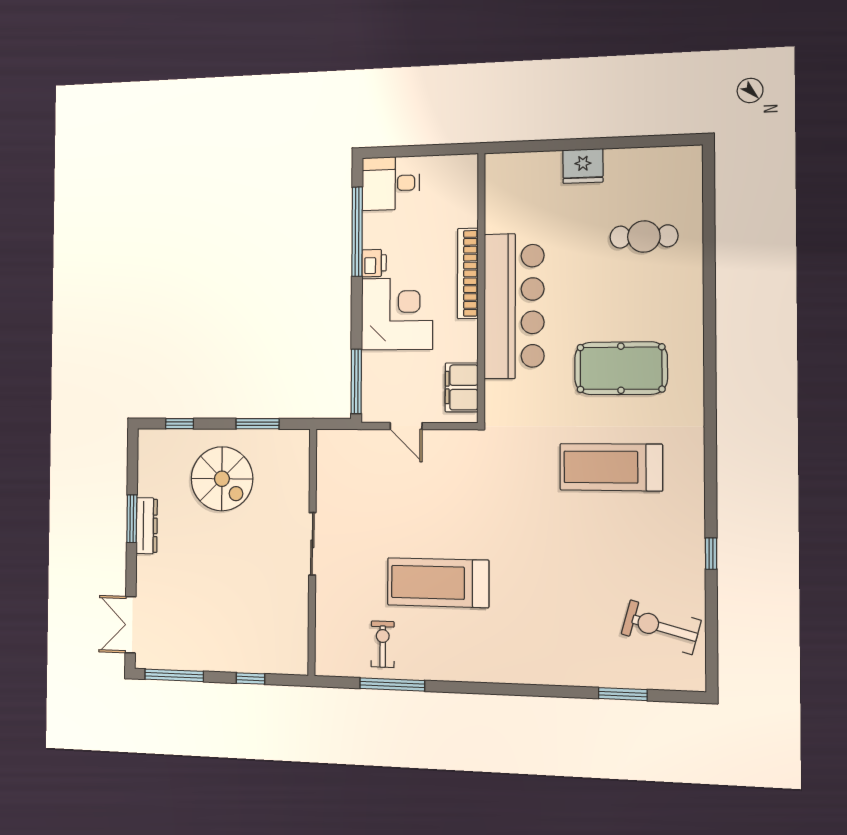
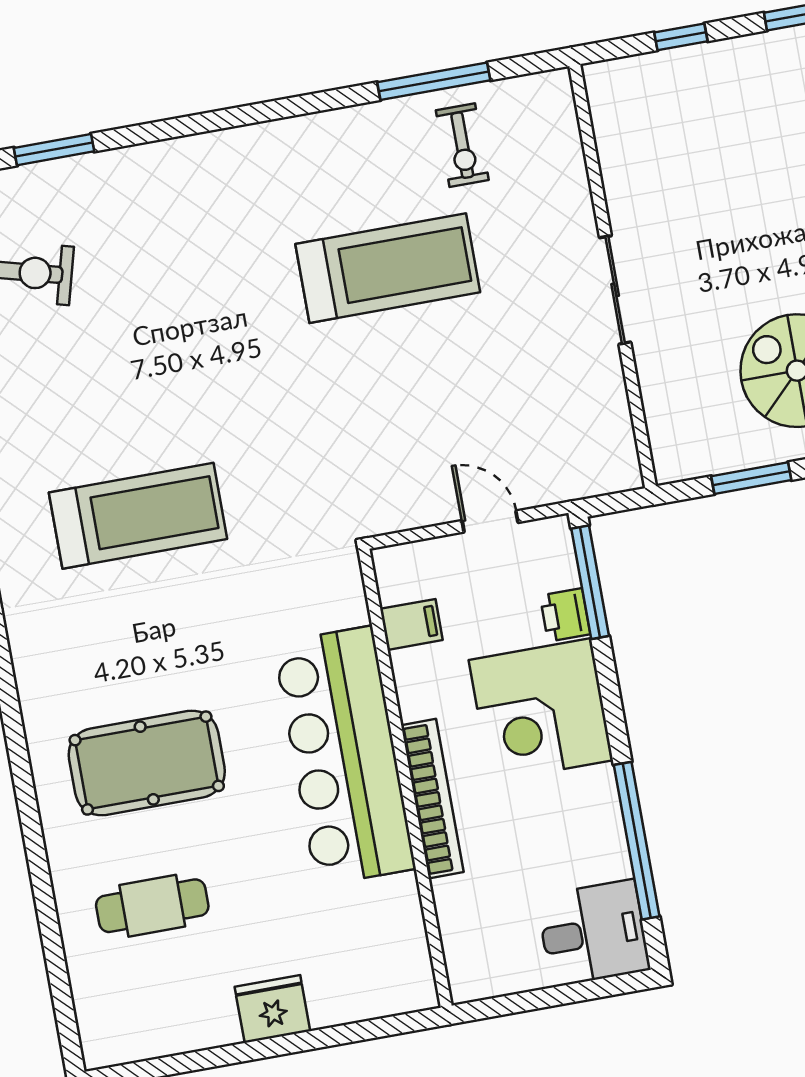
printer: (374, 263) -> (565, 615), moved
pool table: (621, 368) -> (147, 763), moved
filing cabinet: (462, 387) -> (411, 624), width x0.50

